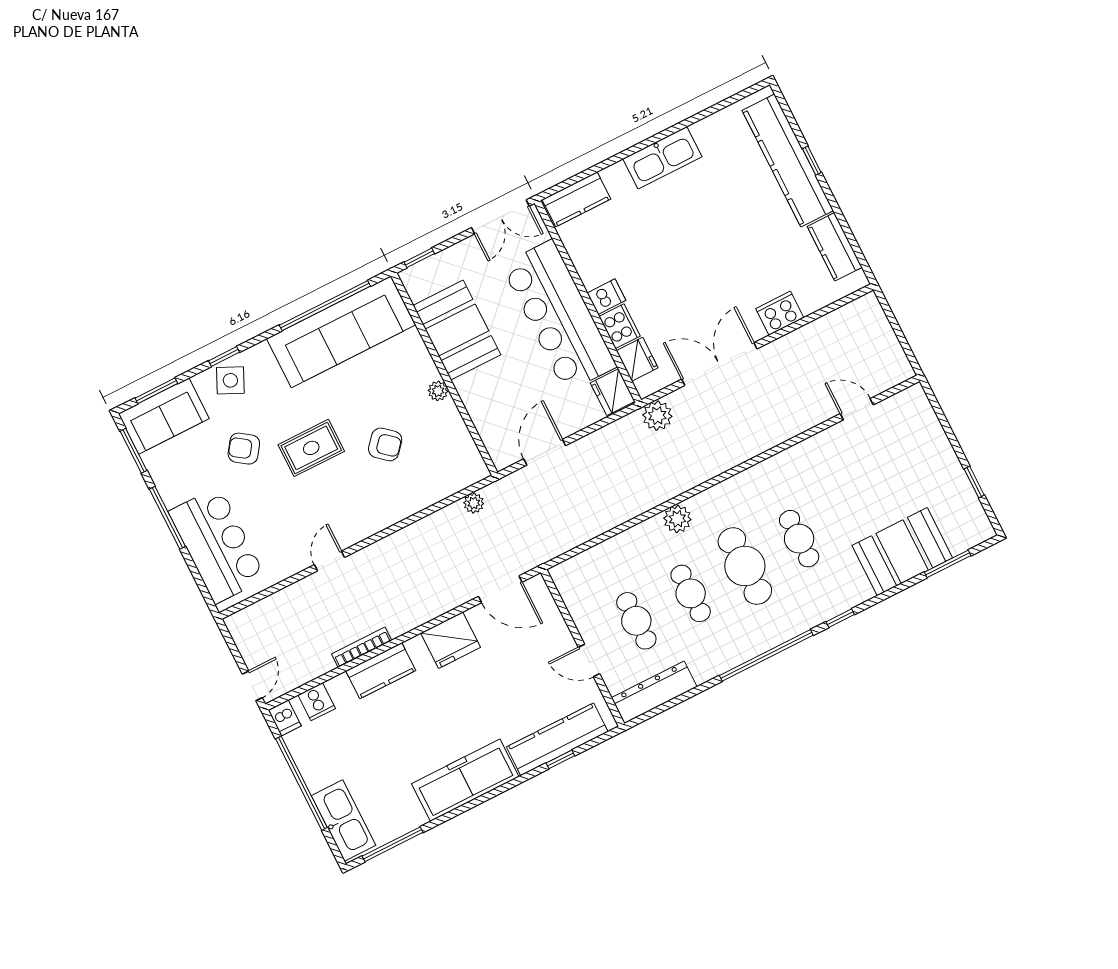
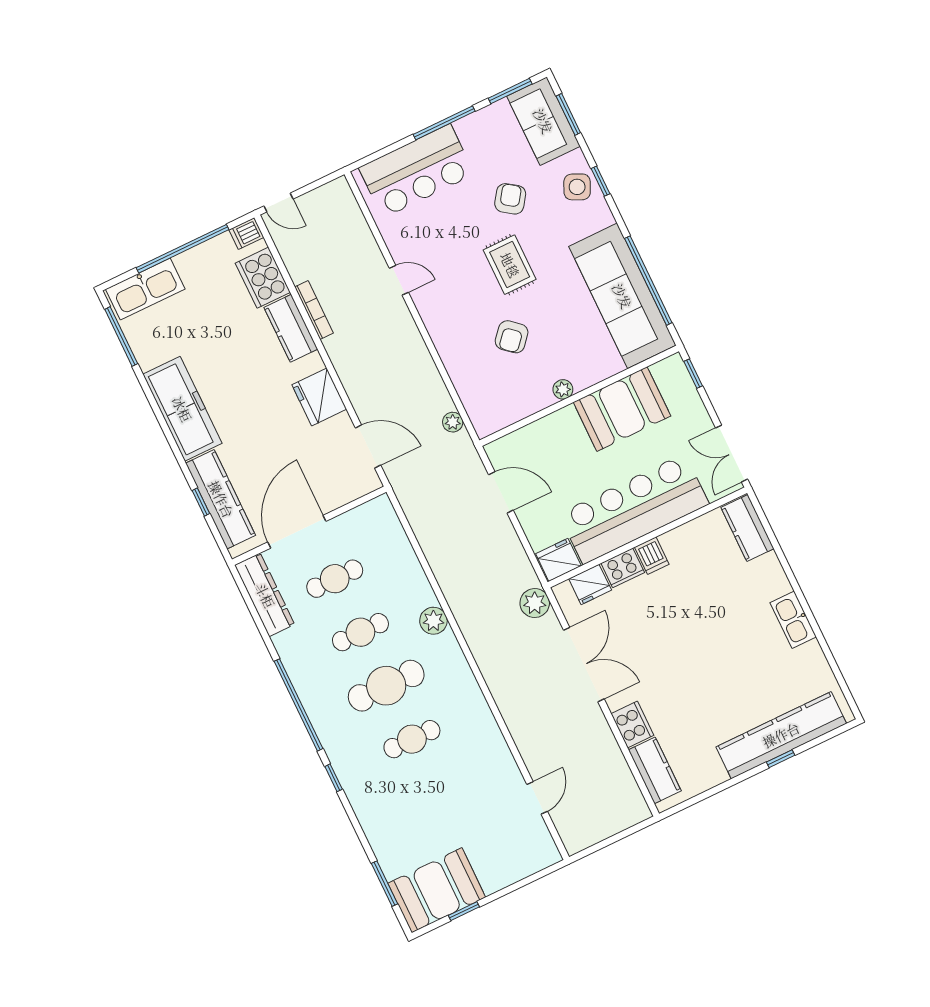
kitchen sink: (662, 158) -> (793, 620), width x0.73, depth x0.81
kitchen counter: (835, 247) -> (655, 770), moved, turned 90
booth: (902, 552) -> (437, 890), moved, turned 90
door: (500, 589) -> (368, 446), swing flipped
door: (589, 661) -> (297, 532), width x1.87
cooker: (317, 702) -> (263, 278), width x1.87, depth x1.31

